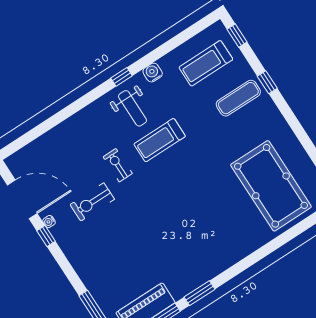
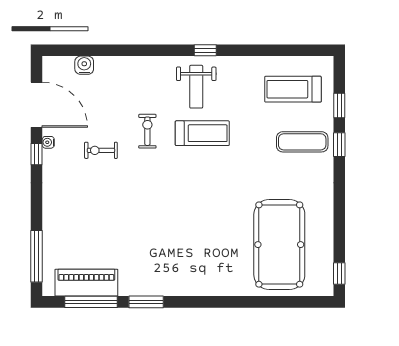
window: (237, 36) -> (339, 106), moved
water cooler: (153, 73) -> (84, 65), moved
treadmill: (160, 140) -> (202, 133), turned 180
exercise bike: (92, 202) -> (101, 150), width x0.73, depth x0.72

